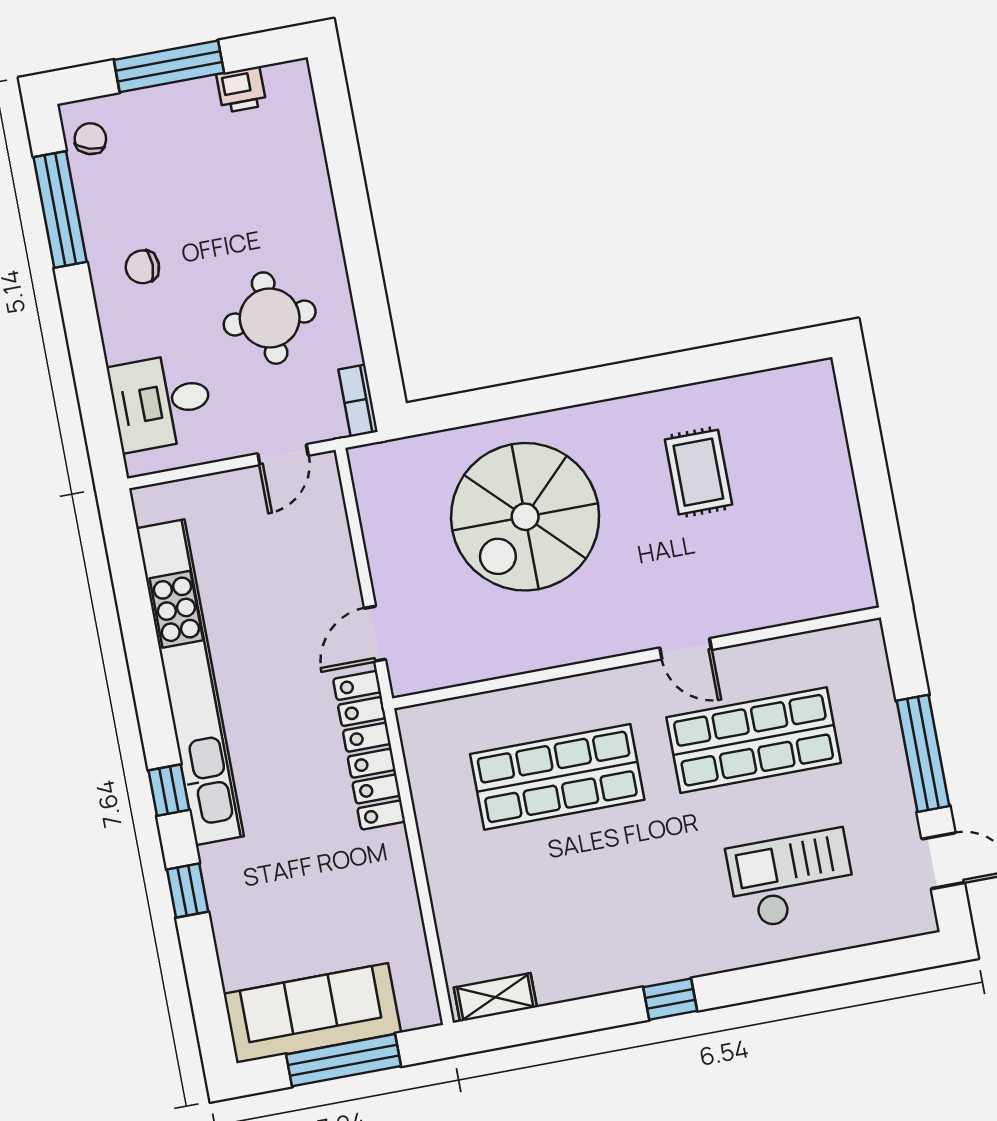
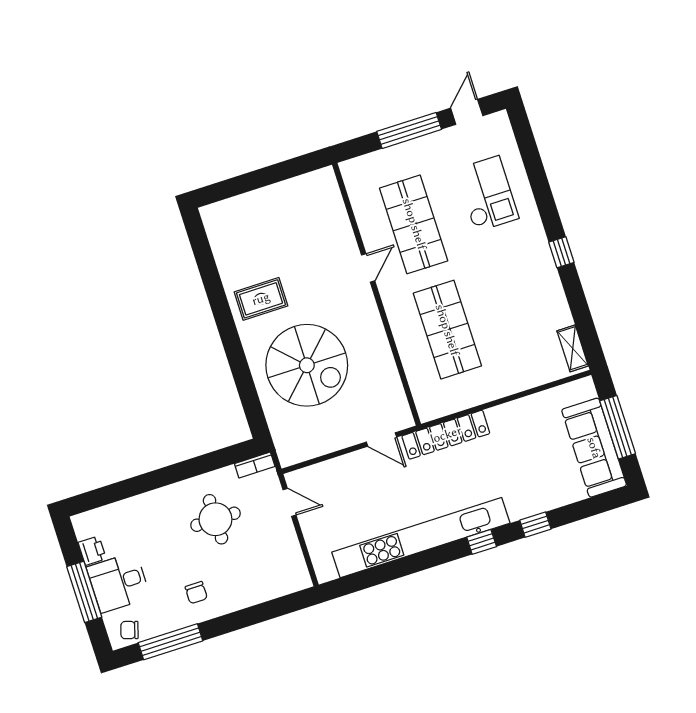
desk: (161, 402) -> (118, 582), moved, turned 90
rug: (698, 472) -> (261, 299), moved
checkout: (792, 879) -> (487, 194), turned 180

